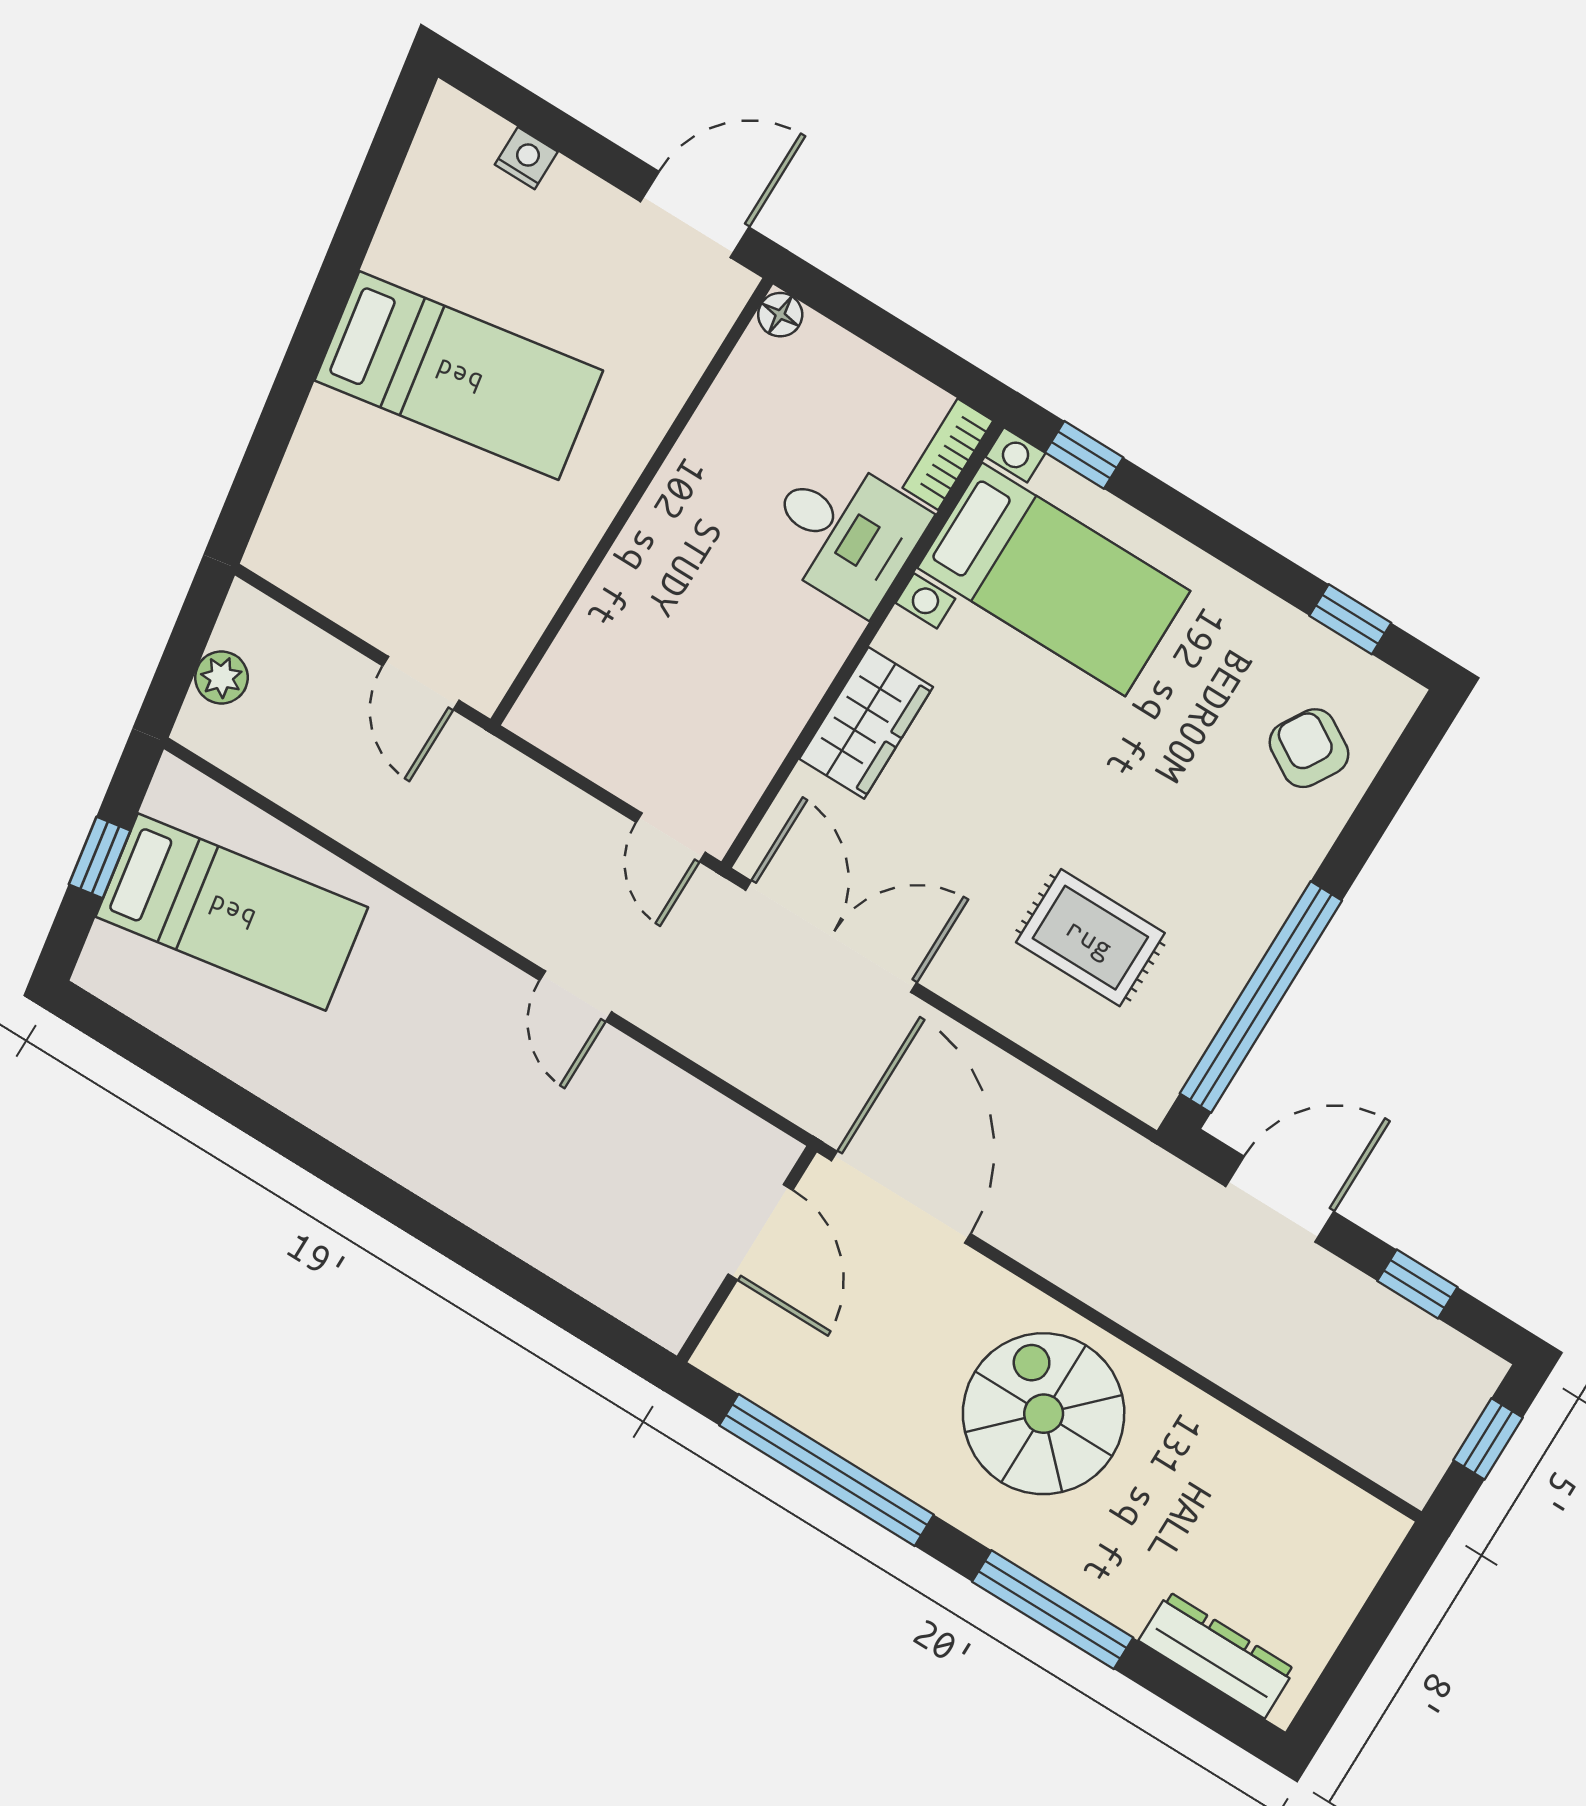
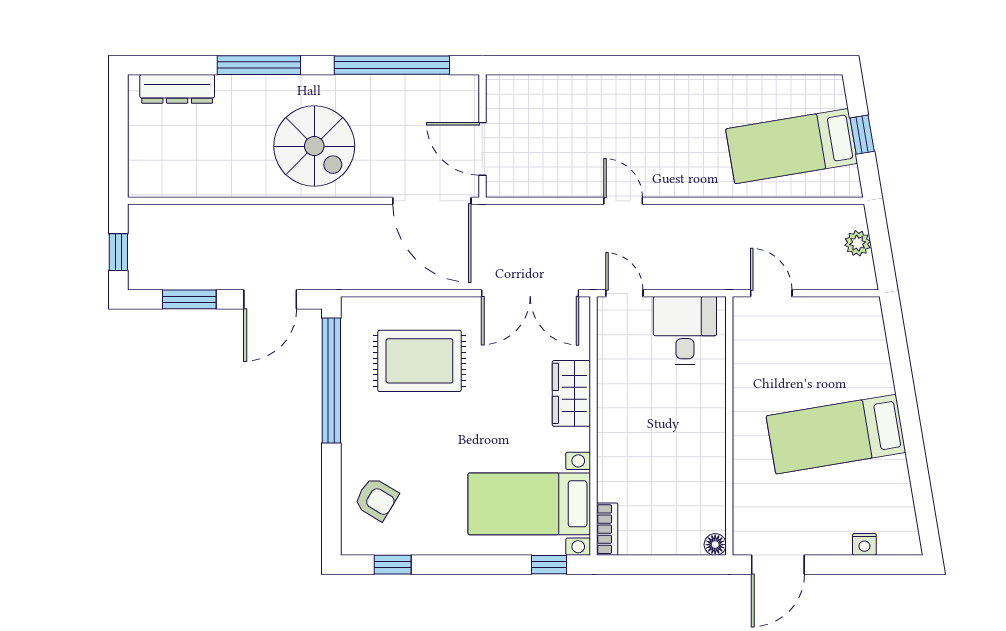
desk: (845, 532) -> (685, 330), moved, turned 90
rug: (1090, 938) -> (419, 361), width x1.36, depth x1.43
window: (1417, 1284) -> (189, 299), width x1.50

